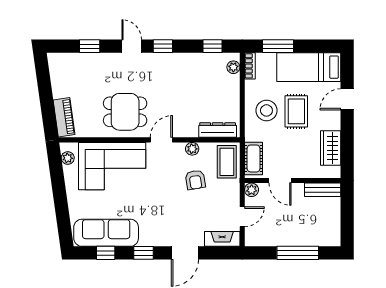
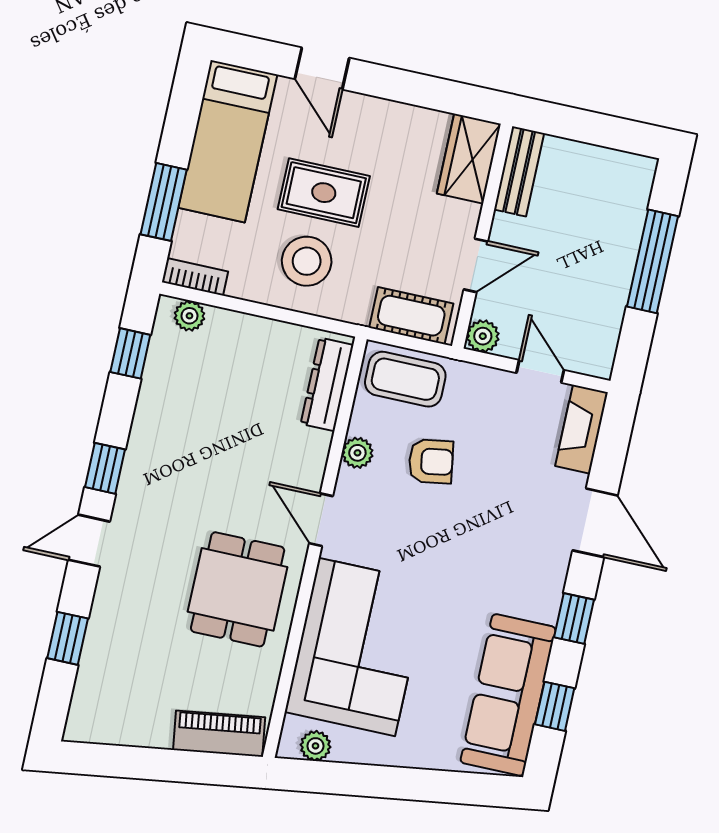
wardrobe: (331, 148) -> (469, 159), moved, turned 90

